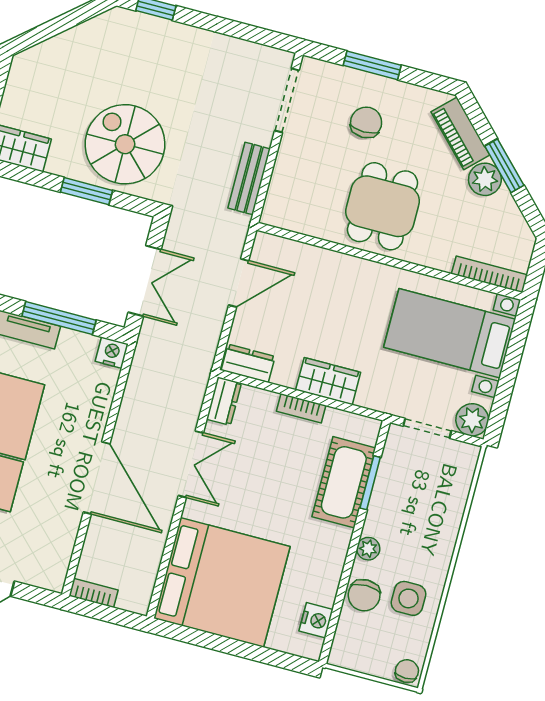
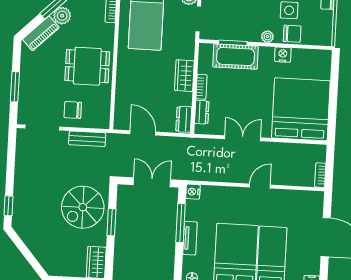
chair: (366, 122) -> (73, 110), moved
dresser: (224, 401) -> (202, 112), moved, turned 90
door: (97, 478) -> (260, 186), width x0.53
nightstand: (316, 620) -> (283, 55), moved

